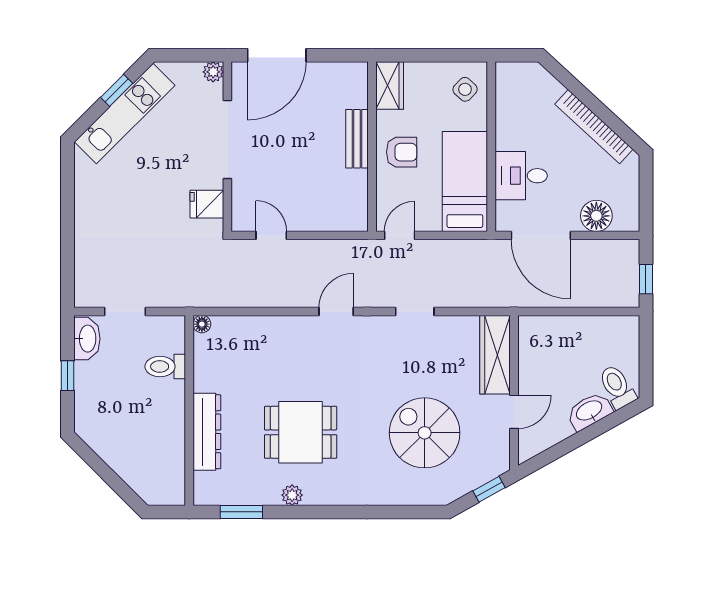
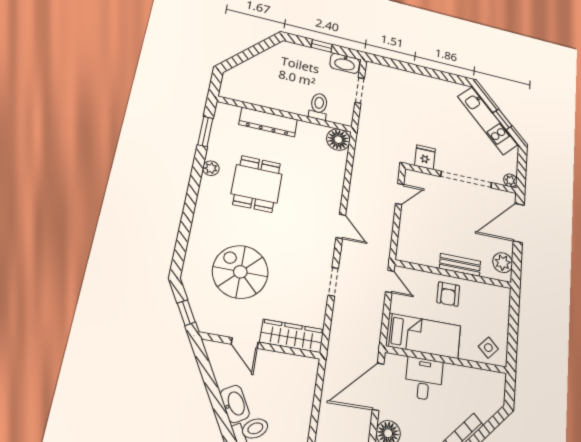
door: (277, 55) -> (519, 223), hinge flipped
plant: (341, 76) -> (503, 263), added
wardrobe: (390, 85) -> (494, 294), removed
floor lamp: (202, 324) -> (338, 140), width x1.89, depth x1.89
spiral stairs: (425, 433) -> (240, 272), turned -90

